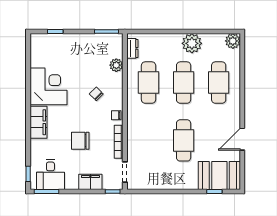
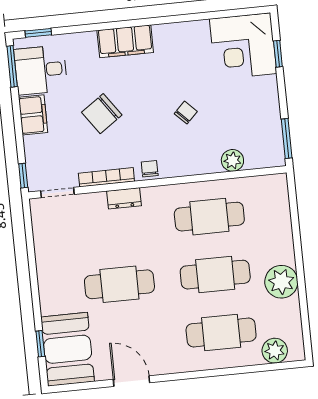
plant: (233, 41) -> (275, 351), moved
dresser: (132, 48) -> (124, 198), moved
corner desk: (49, 86) -> (243, 46), moved, turned 90
chair: (96, 94) -> (186, 113), moved
chair: (80, 141) -> (102, 114), turned -125
filing cabinet: (90, 182) -> (33, 115), moved

